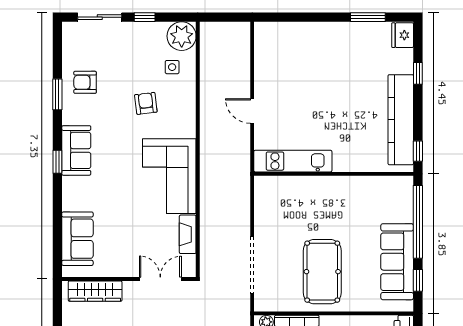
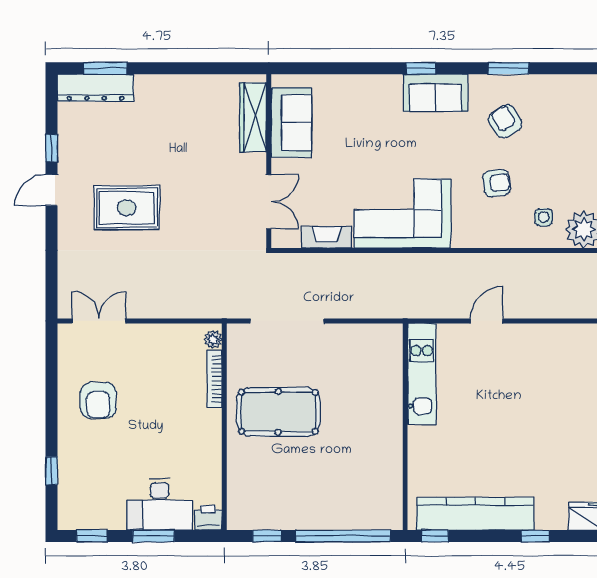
armchair: (85, 82) -> (505, 121), moved, turned -33
sofa: (77, 239) -> (291, 123), moved, turned -90
sofa: (397, 262) -> (291, 509), removed

